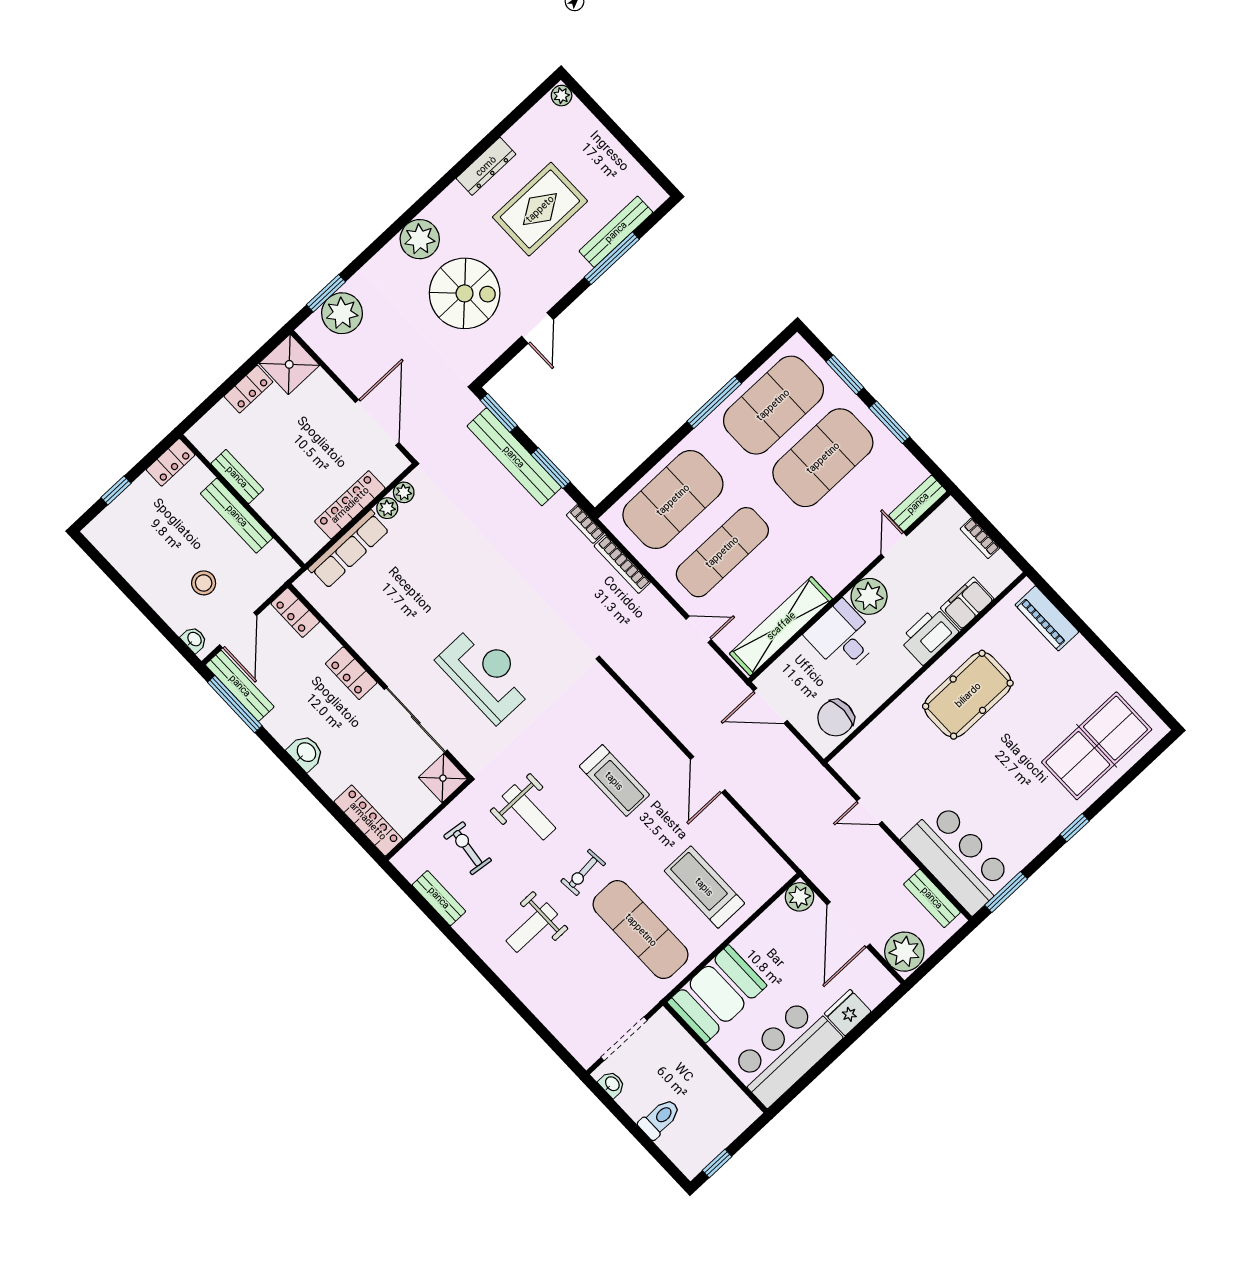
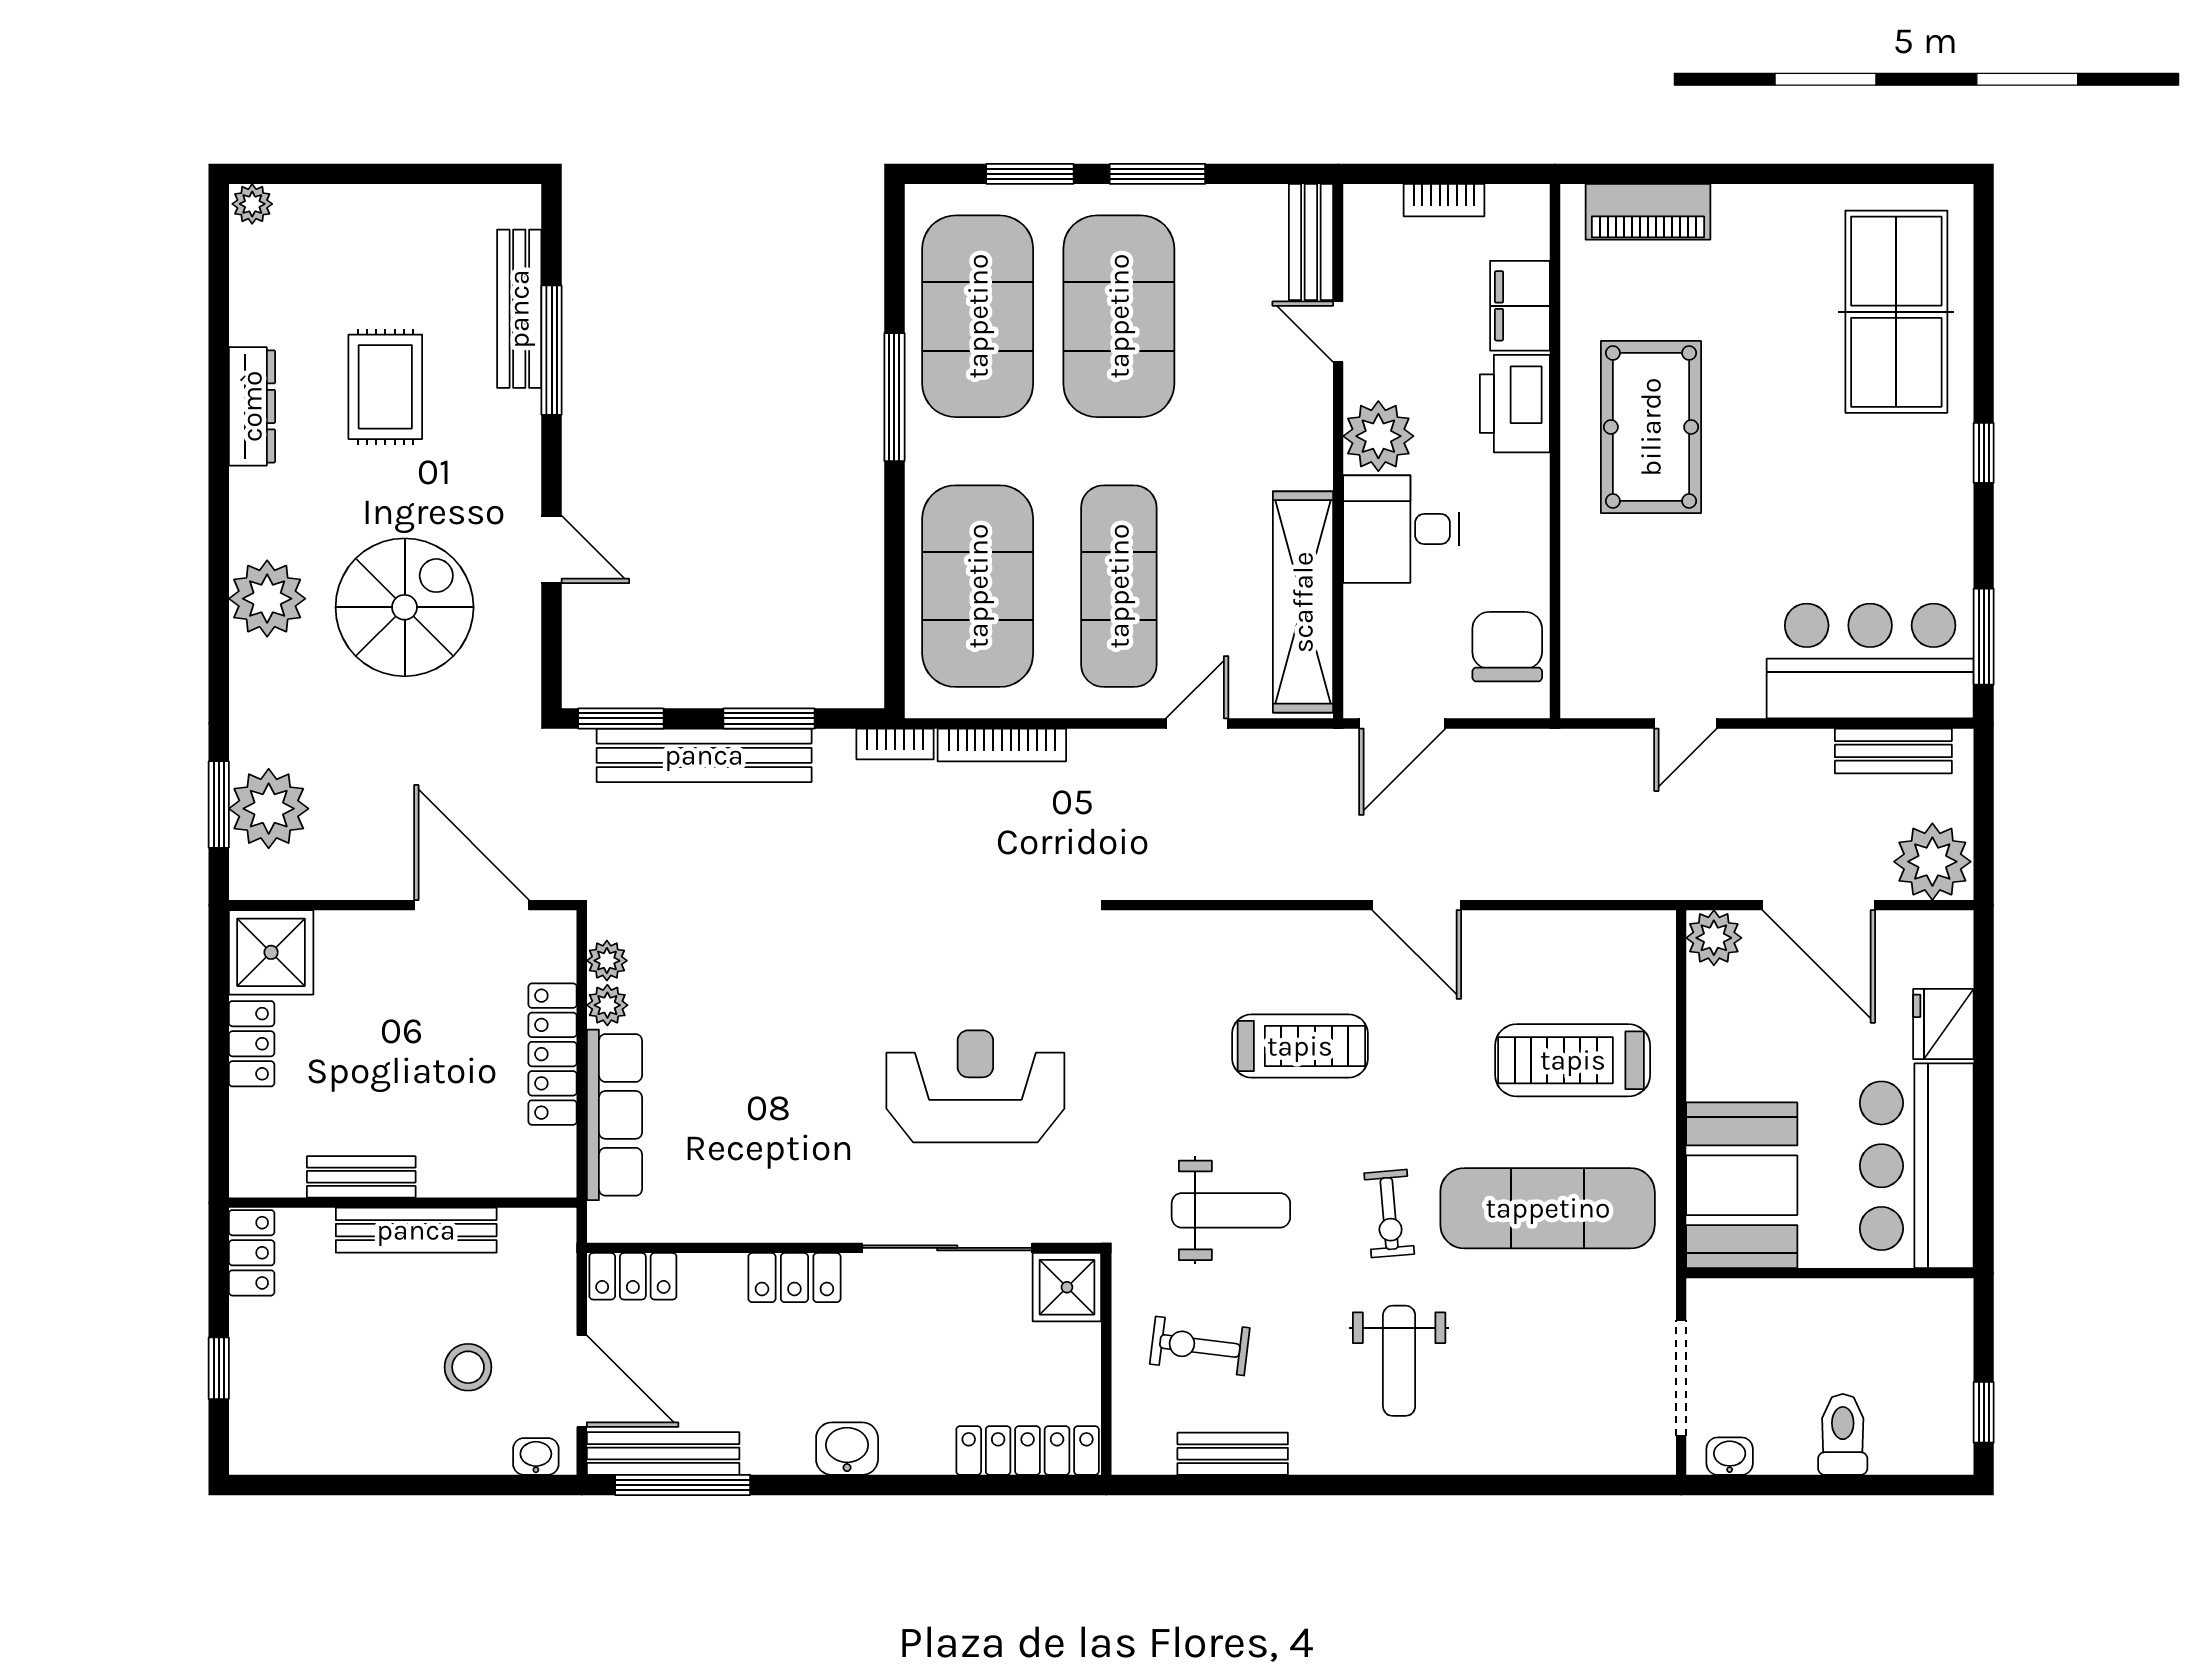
rug: (540, 209) -> (385, 387), width x0.73, depth x0.70
chair: (836, 718) -> (1507, 647), turned 180

